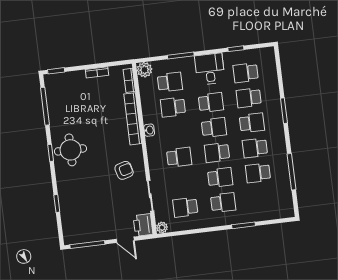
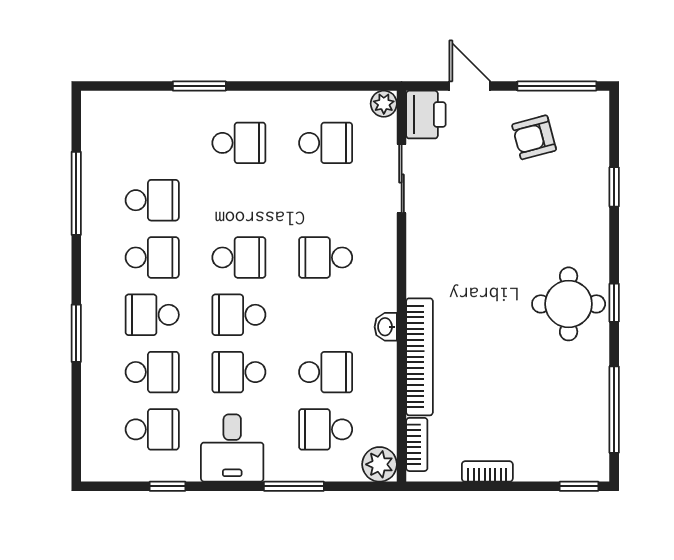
armchair: (124, 170) -> (534, 137), moved
school desk: (220, 178) -> (239, 200), removed
school desk: (223, 203) -> (239, 143), turned 180

